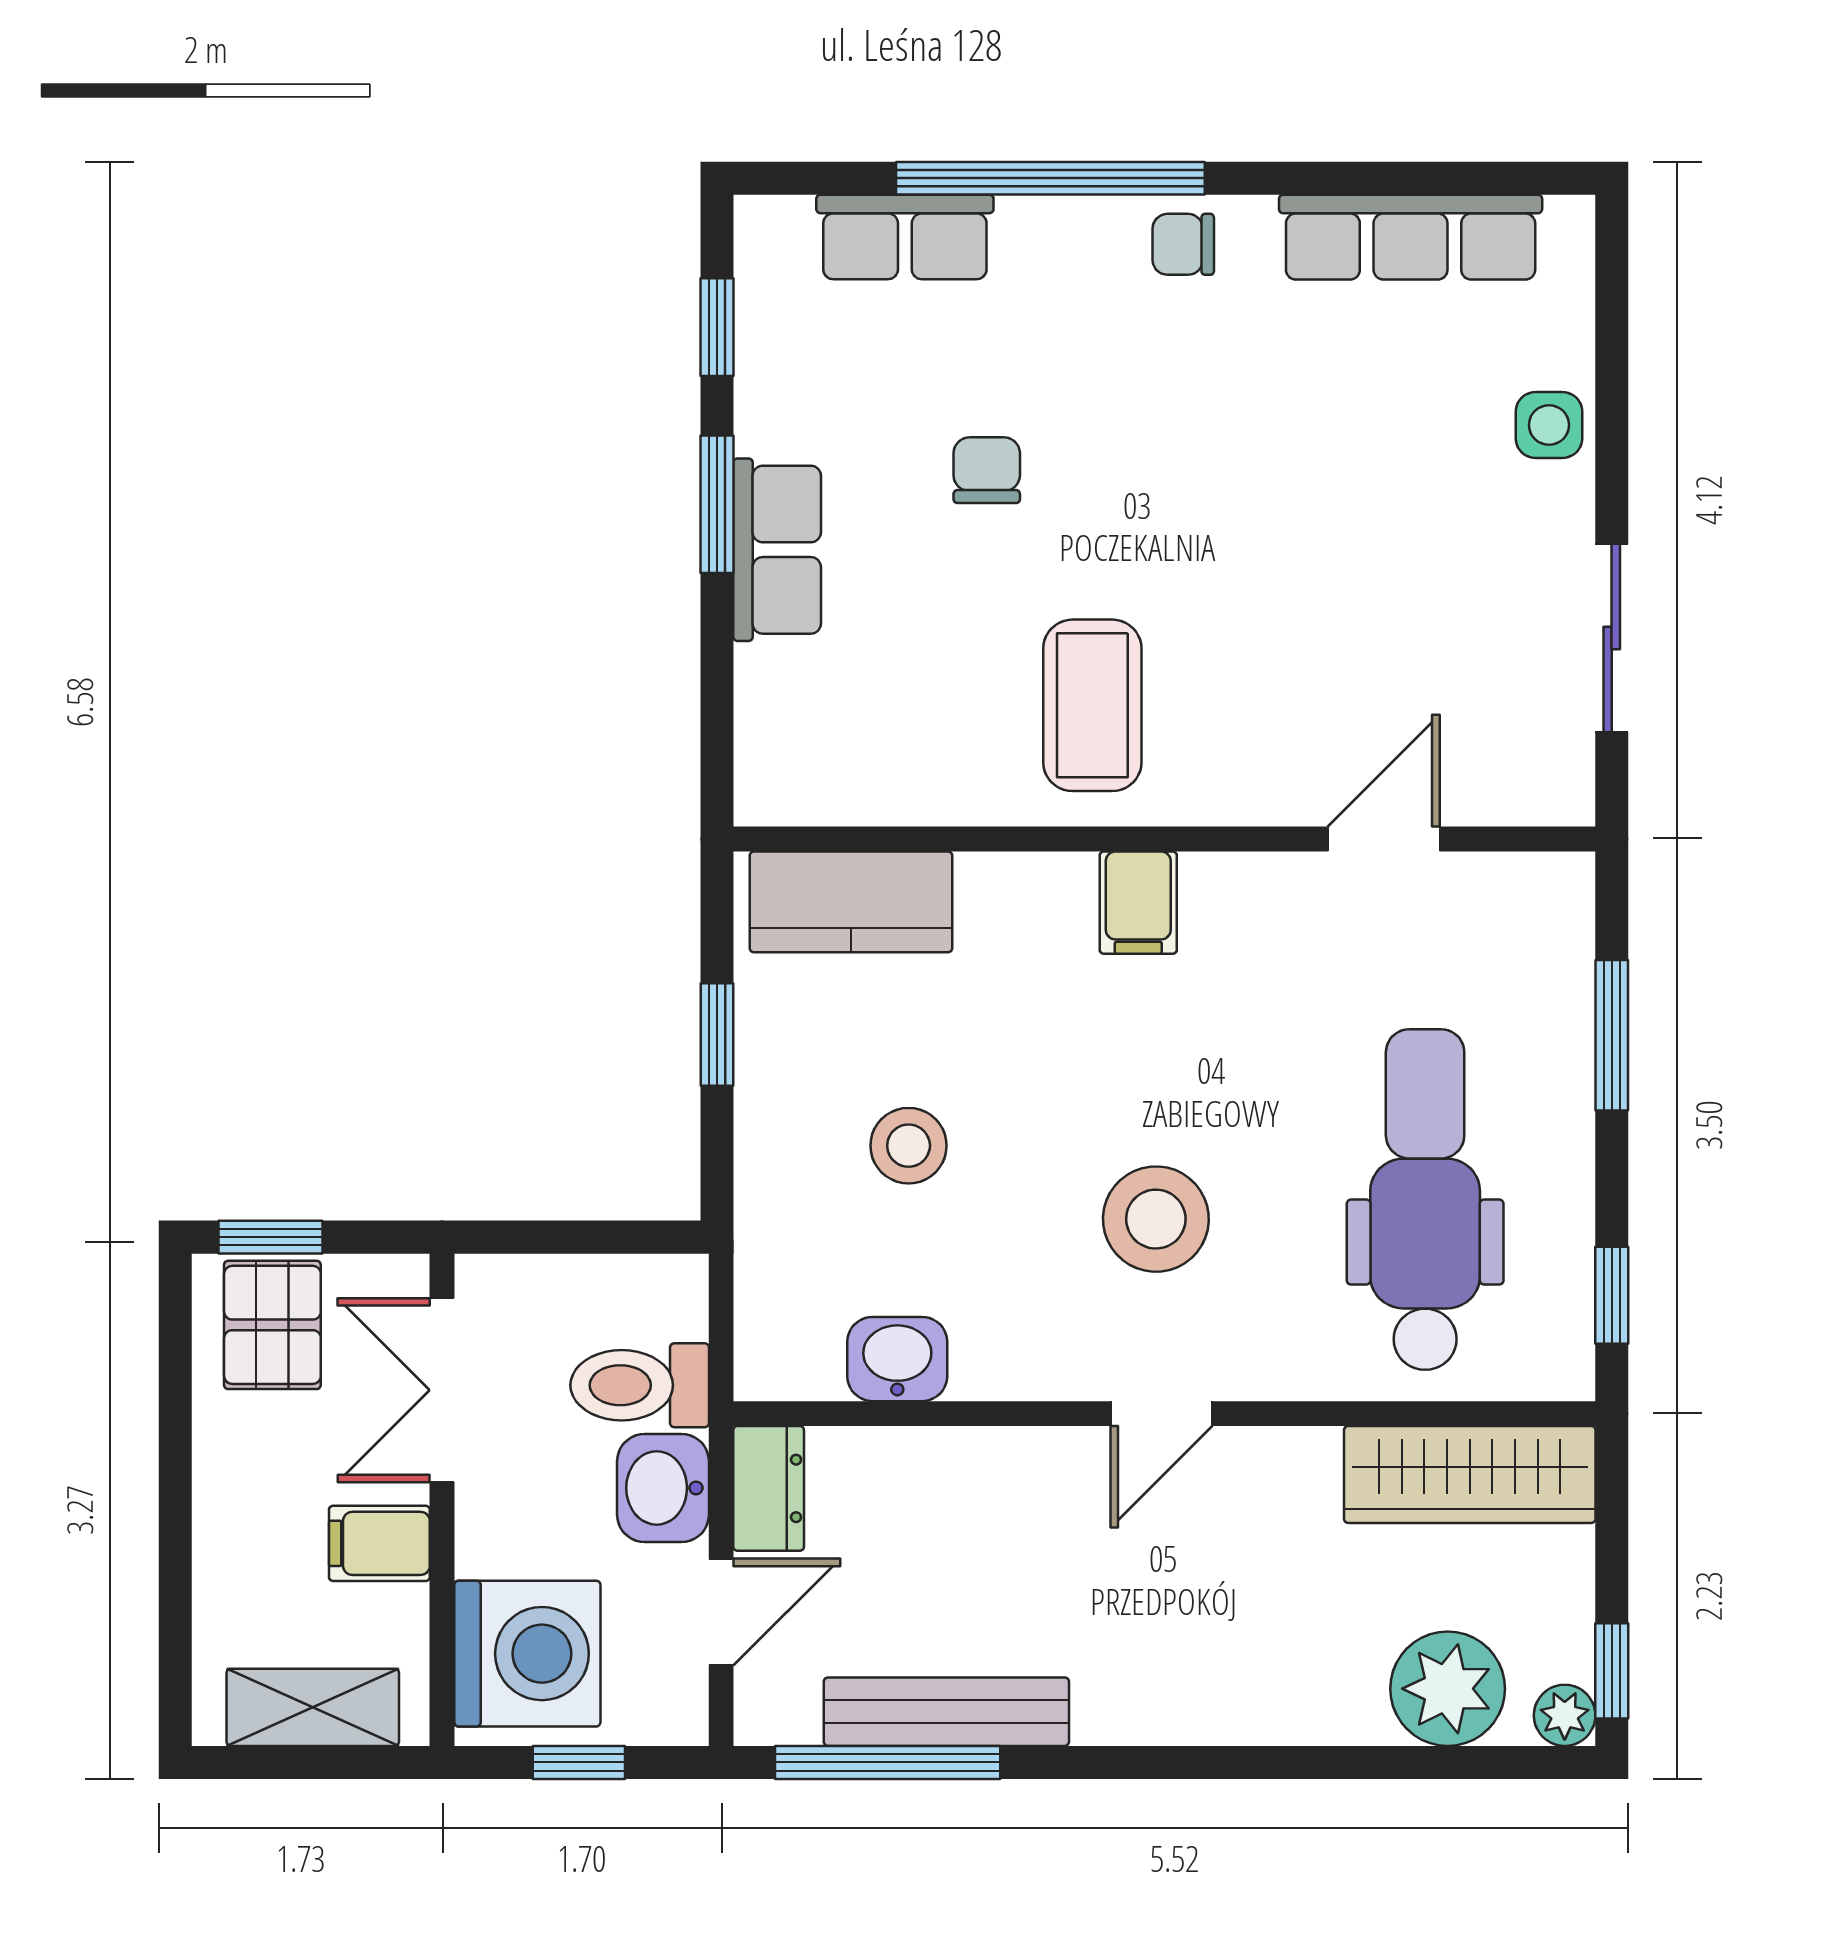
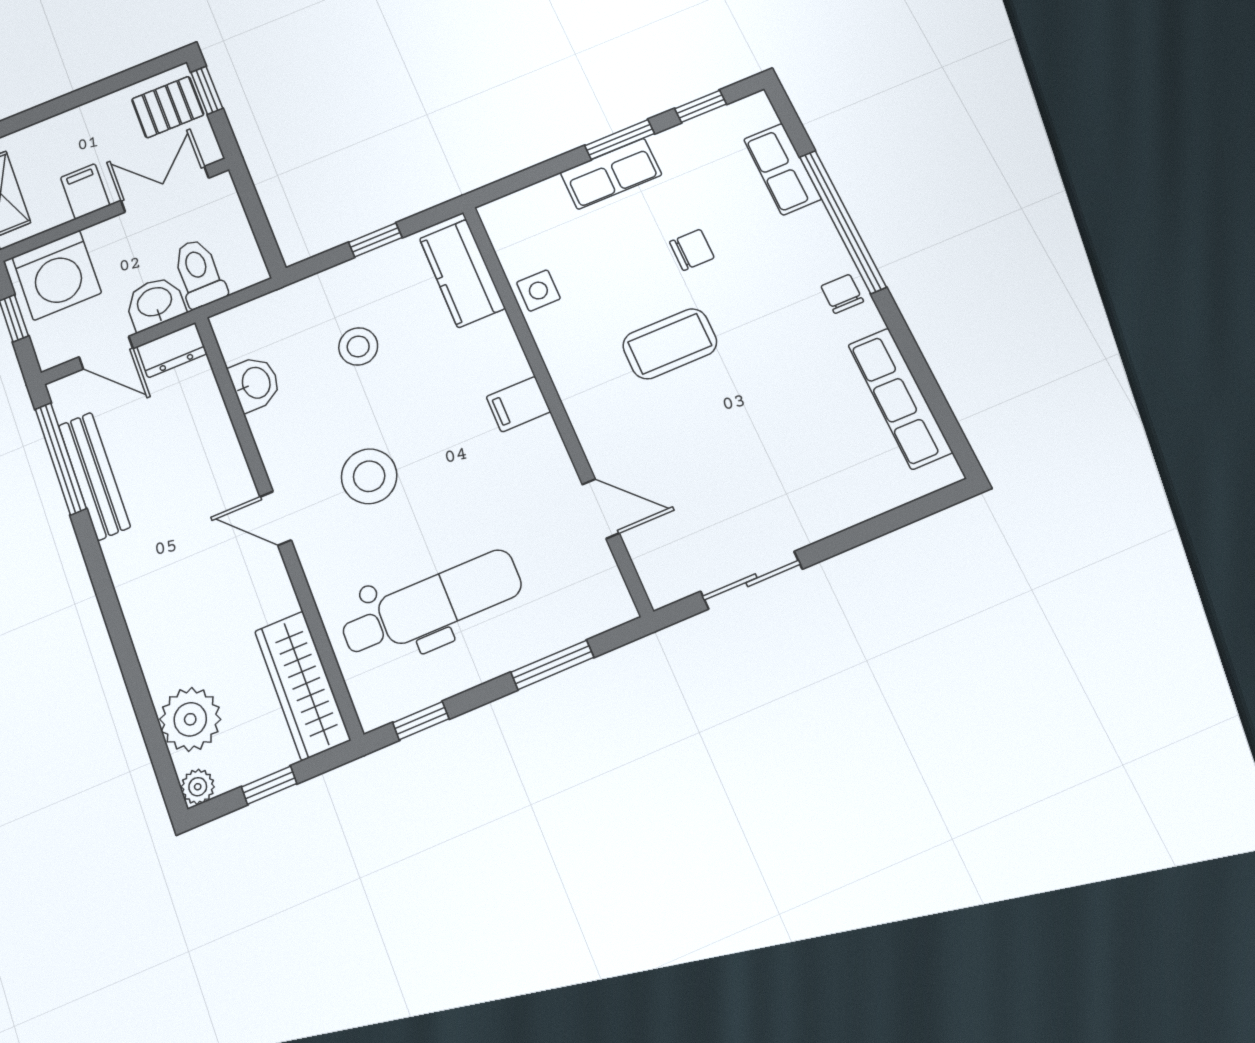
side table: (1549, 425) -> (538, 291), moved
coffee table: (1092, 705) -> (670, 344), moved
window: (1612, 1671) -> (269, 785), moved

